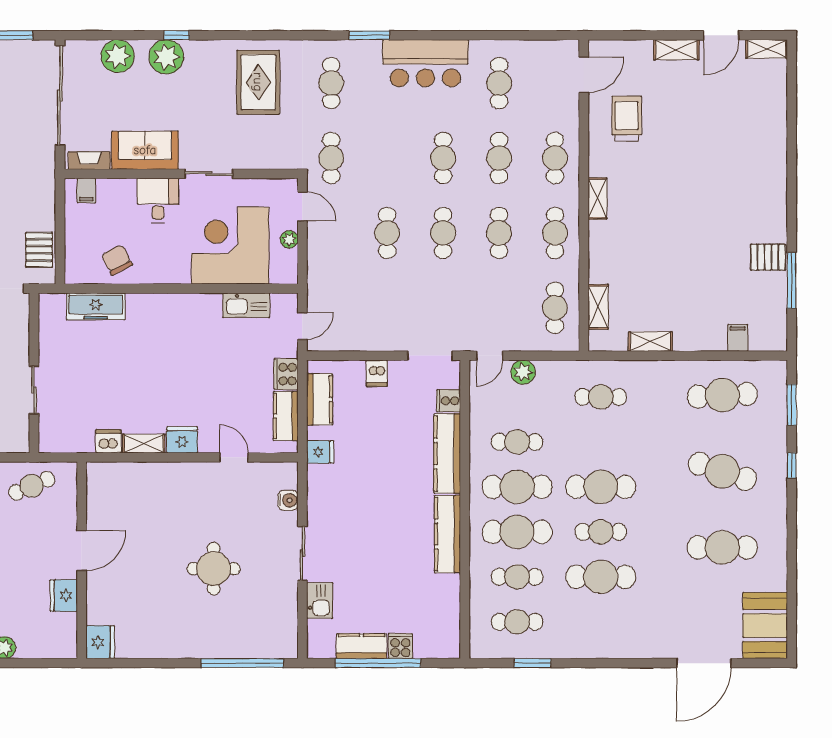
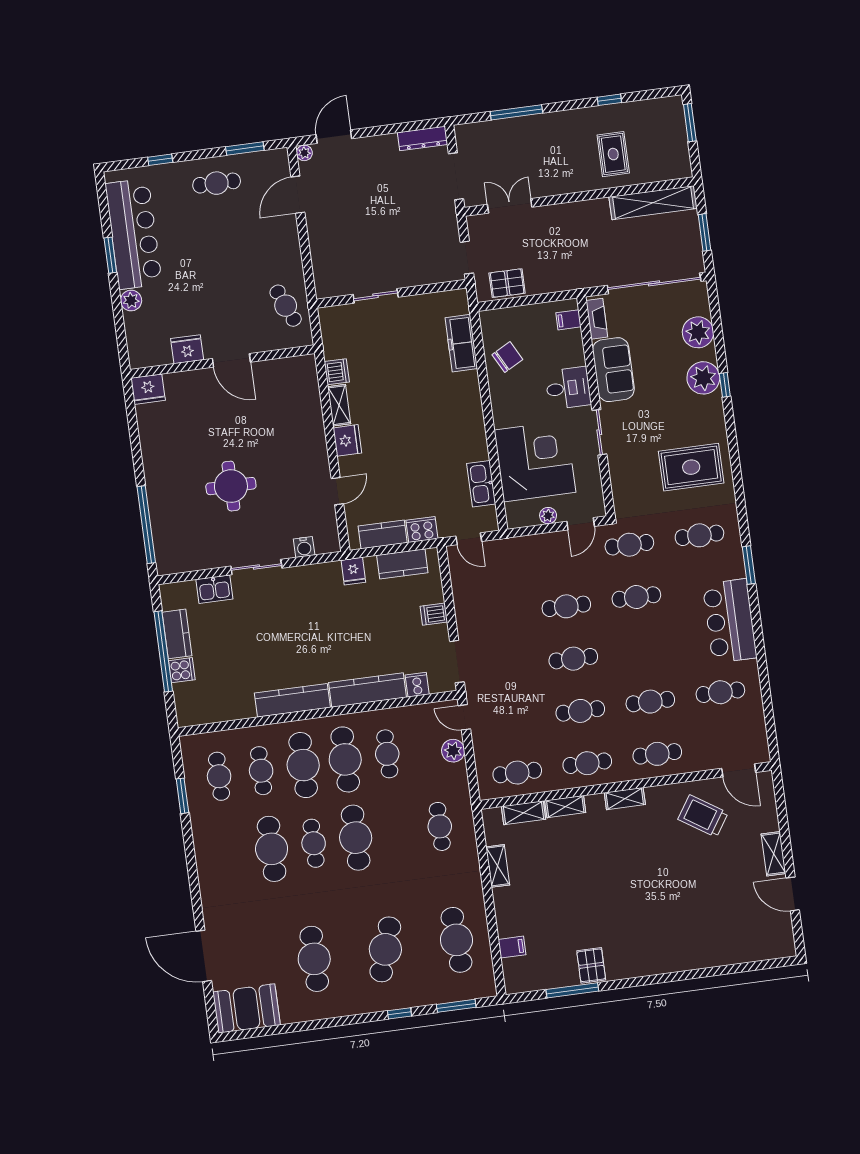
shelving: (767, 49) -> (565, 807), moved, turned 90
trolley: (627, 119) -> (703, 816), turned -147
cafe table: (443, 158) -> (636, 597), moved

